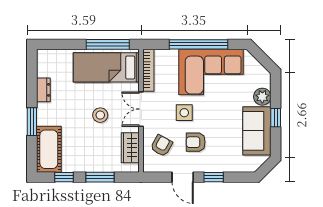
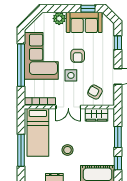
window: (108, 44) -> (21, 150), moved
stool: (100, 115) -> (67, 150), moved
window: (276, 118) -> (88, 9), moved
armchair: (196, 142) -> (78, 56), moved
window: (214, 177) -> (118, 43), moved

